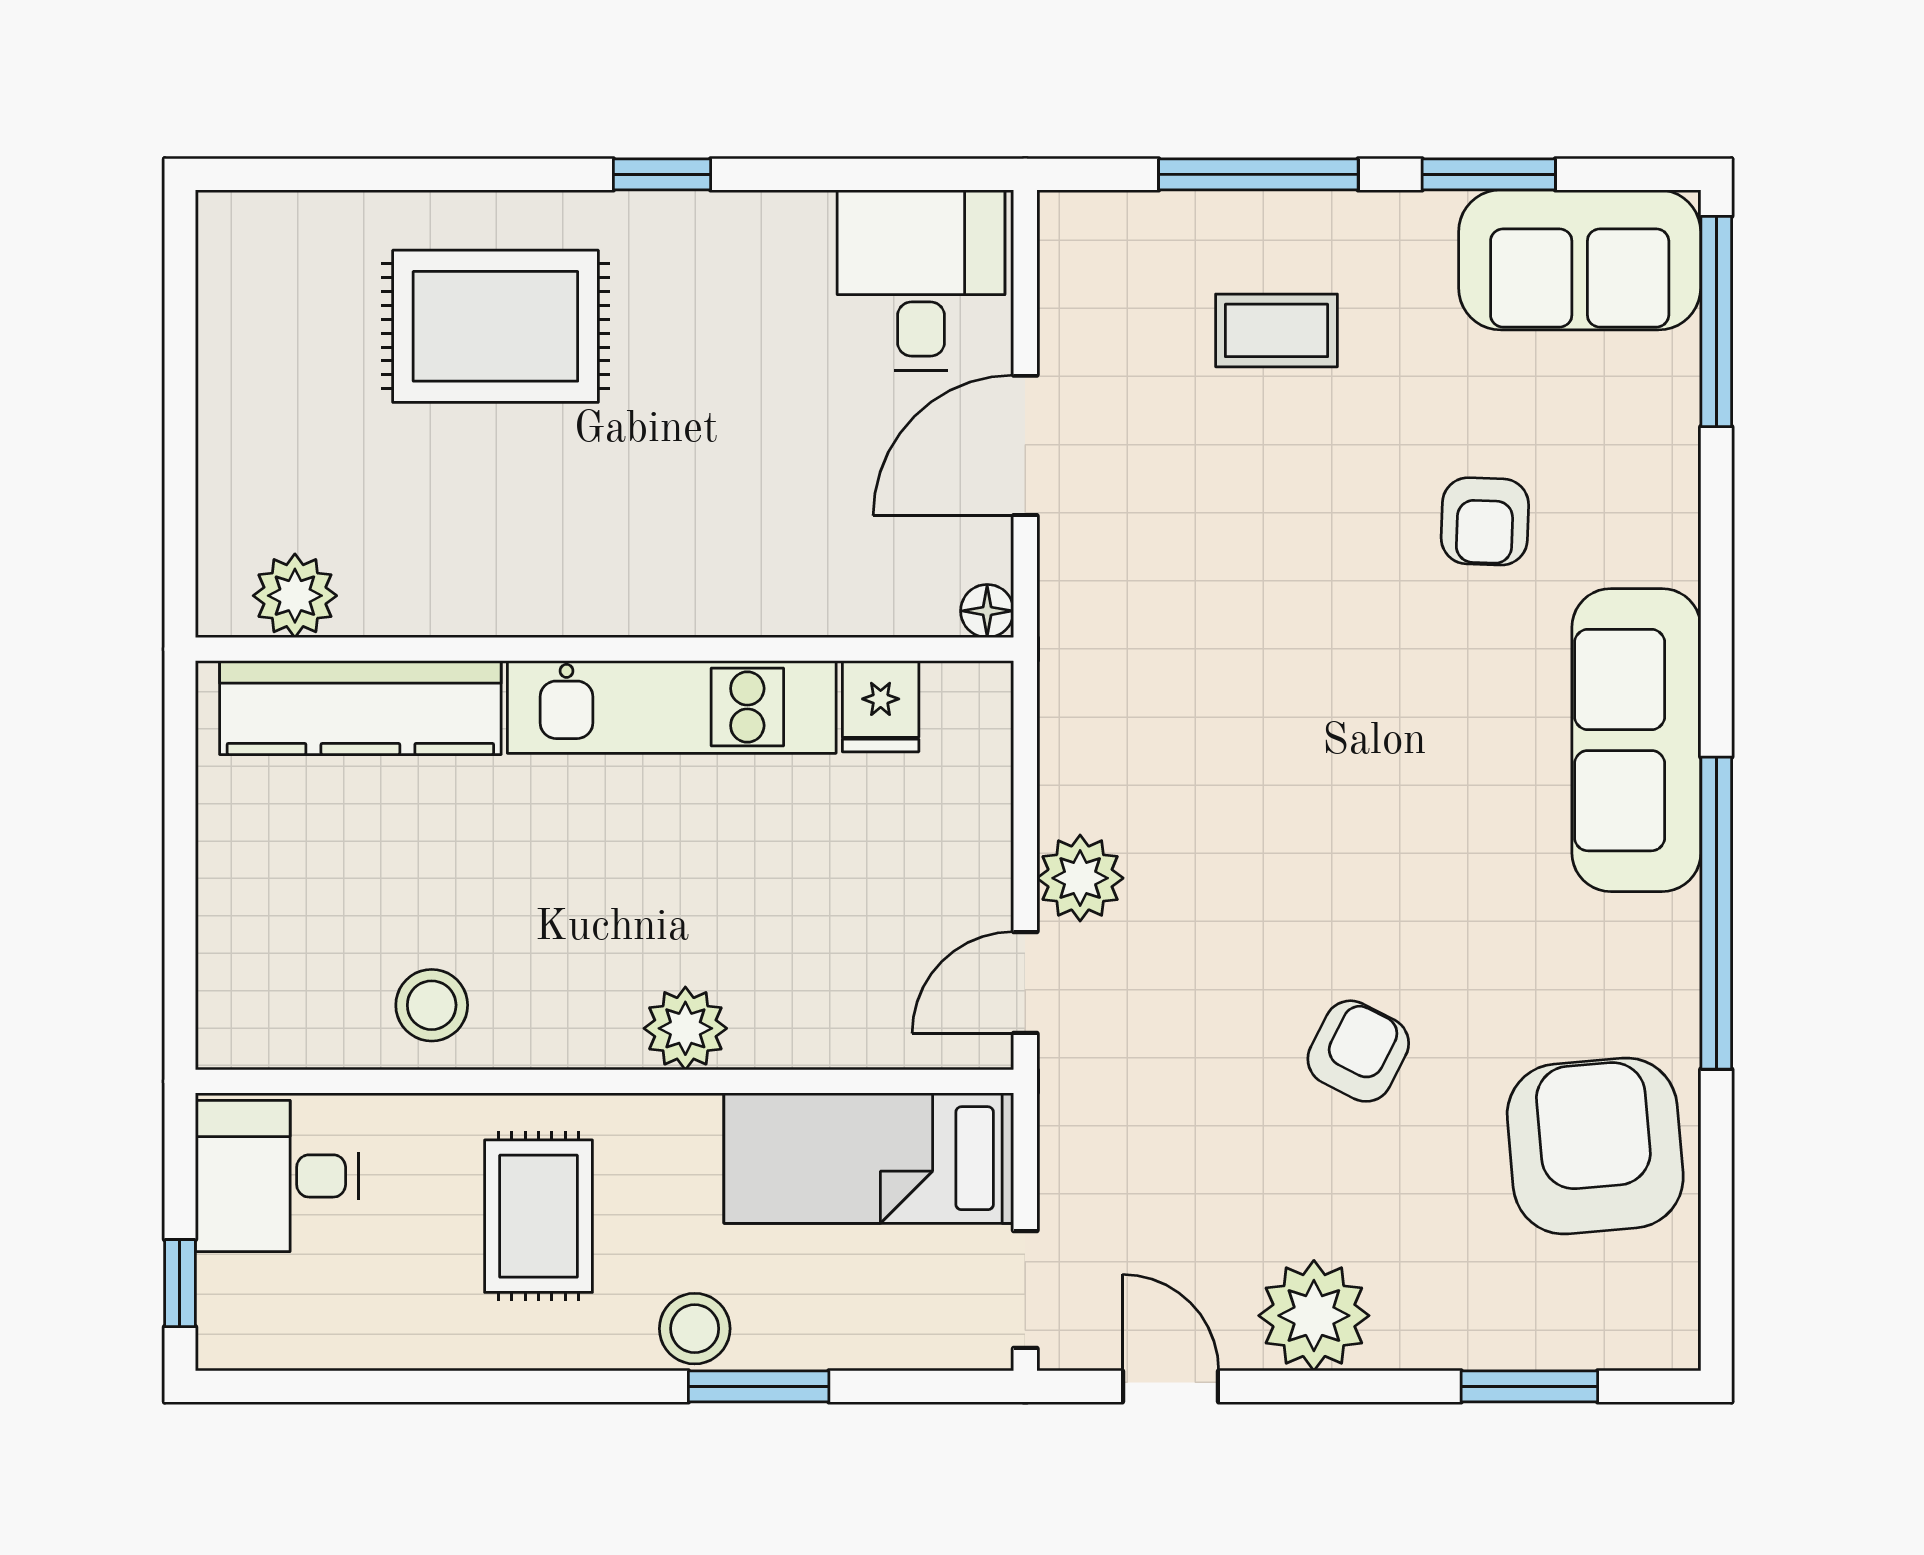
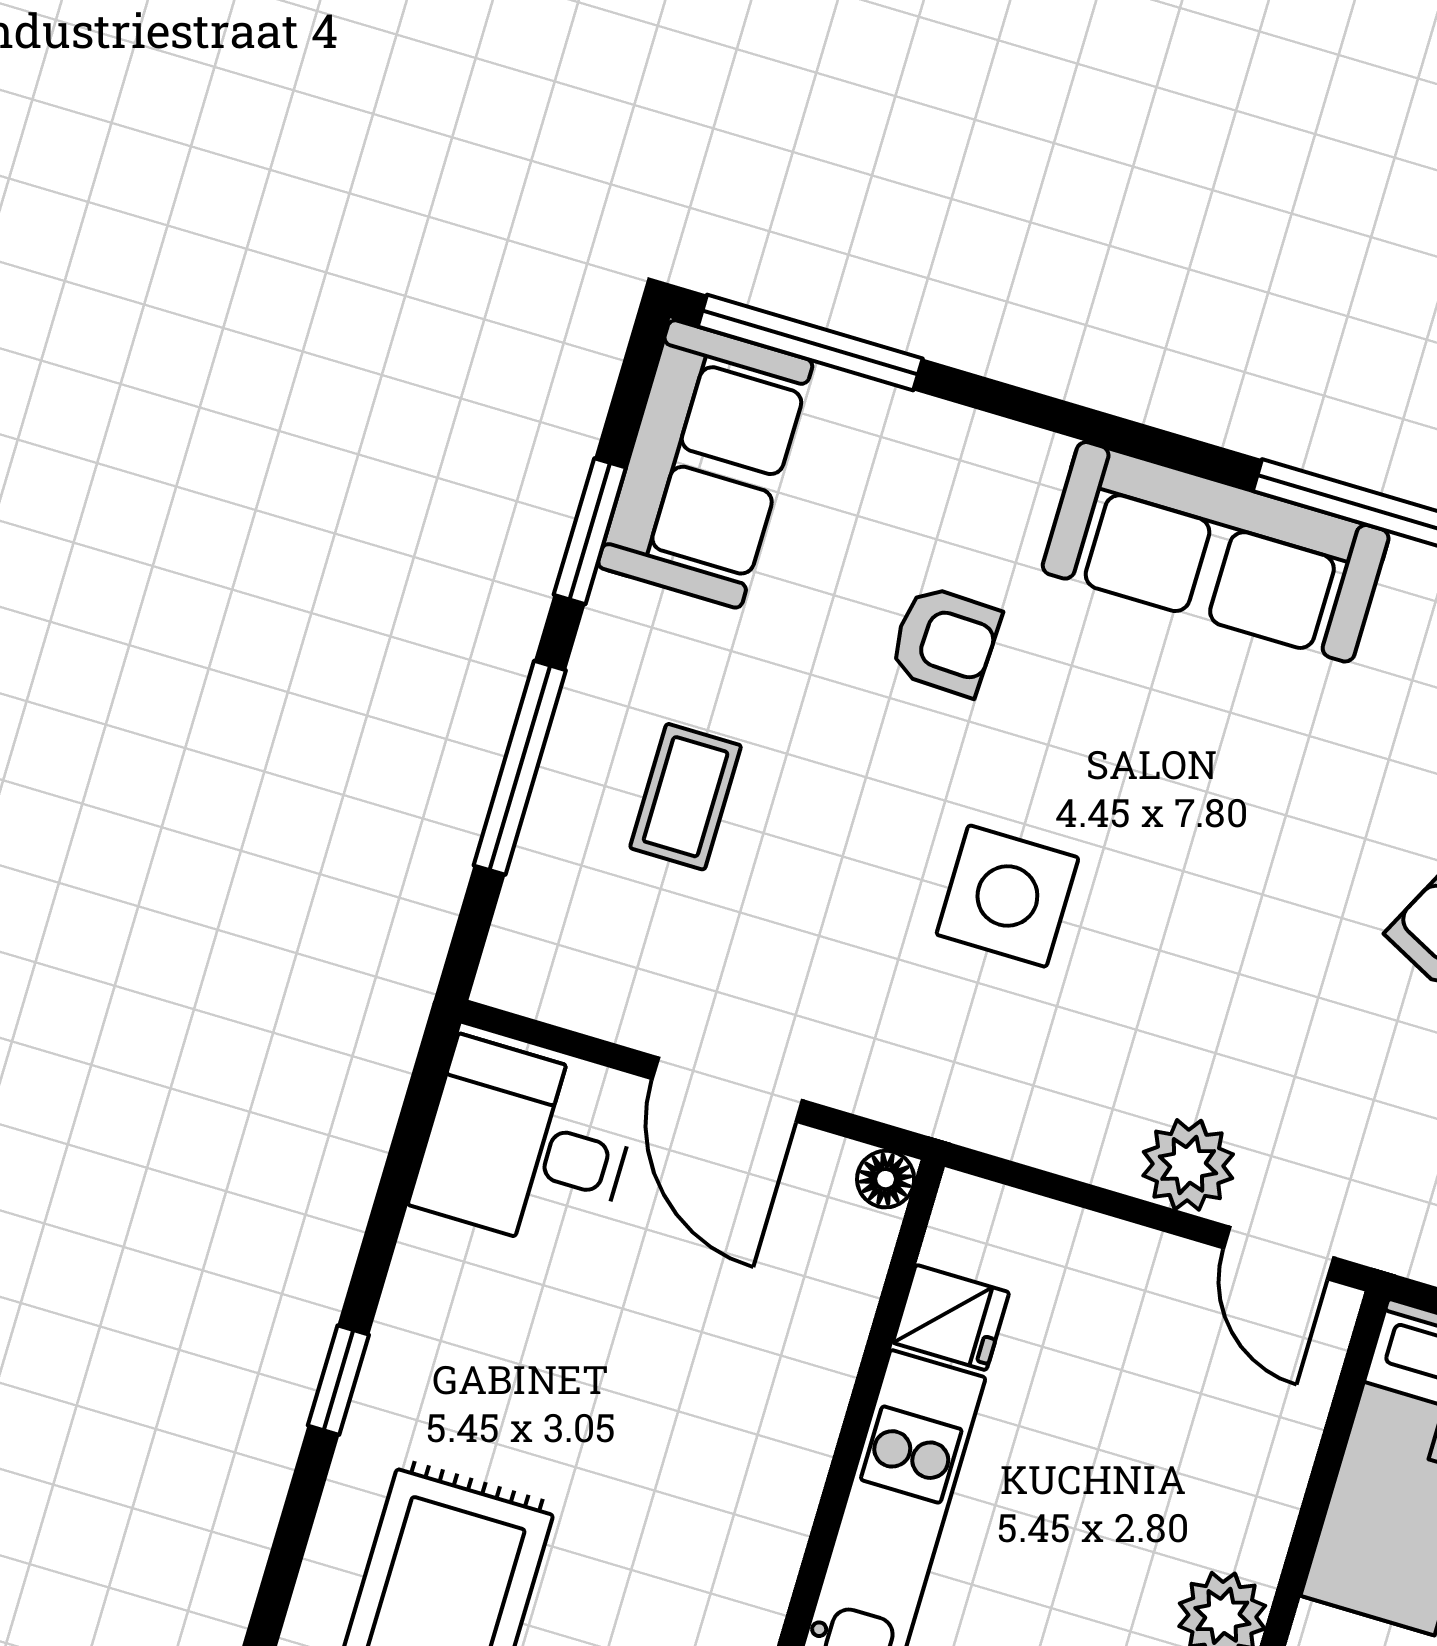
side table: (1273, 645) -> (1007, 896), added

